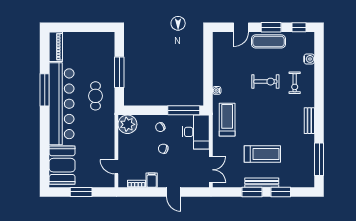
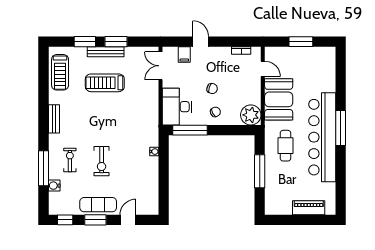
piano: (56, 47) -> (309, 208), moved, turned 90
exercise bike: (265, 82) -> (102, 161), turned -90
window: (45, 90) -> (341, 128), moved
treadmill: (227, 120) -> (60, 72), moved
window: (319, 159) -> (44, 168), moved
booth: (62, 165) -> (279, 99), moved
filing cabinet: (152, 180) -> (184, 55), moved

